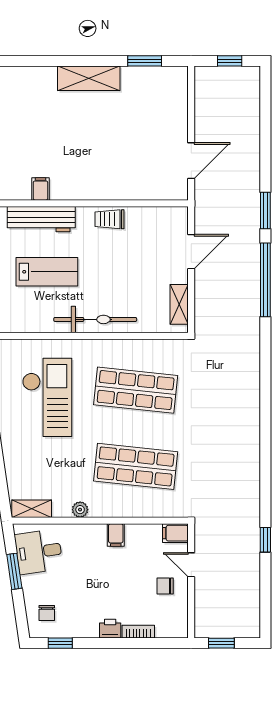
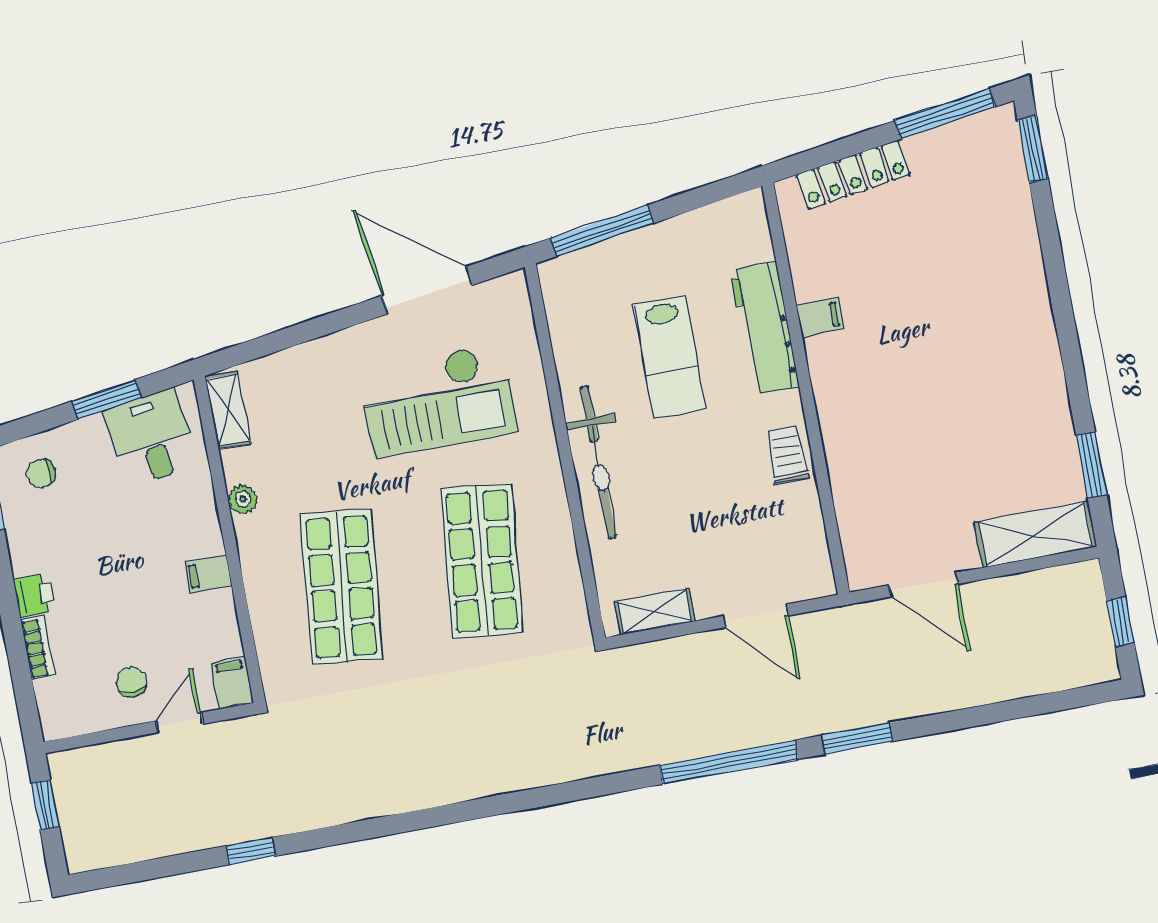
shelving: (89, 78) -> (1035, 534), moved, turned 90

